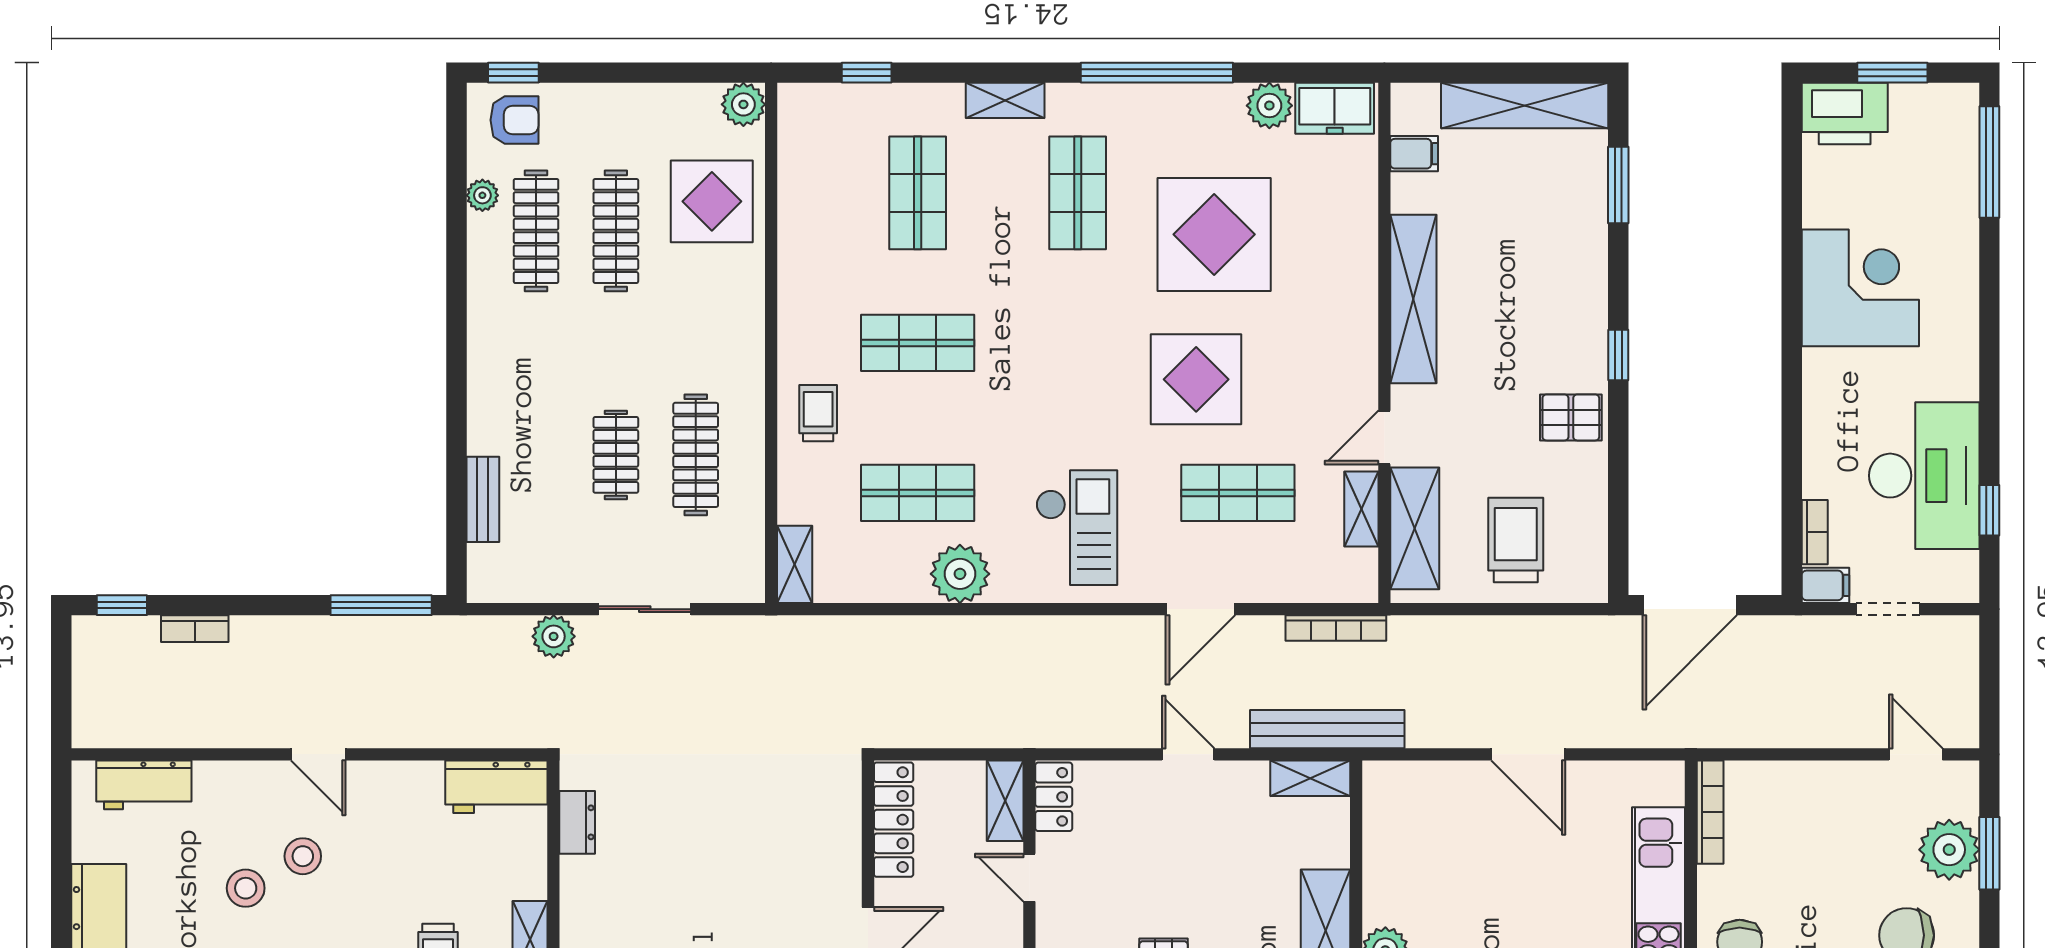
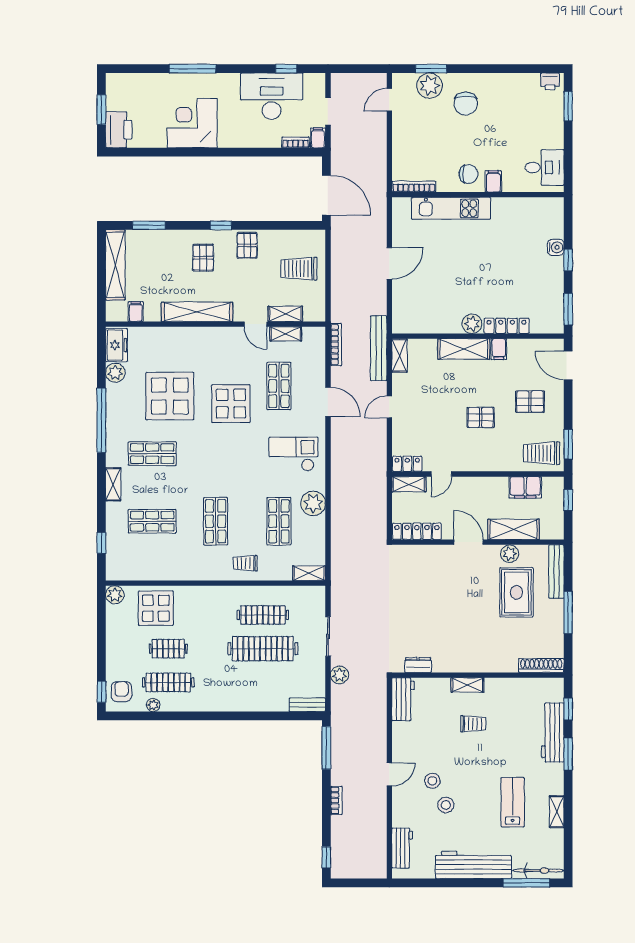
window: (1989, 162) -> (193, 69), moved
clothes rail: (616, 231) -> (168, 649), width x0.73
pallet: (1542, 313) -> (203, 258), added
clothes rail: (616, 455) -> (263, 649), width x1.86, depth x1.31
bench: (483, 499) -> (307, 705), moved
shelving: (1415, 528) -> (285, 314), width x0.67, depth x0.75
bookcase: (195, 629) -> (336, 801), moved

